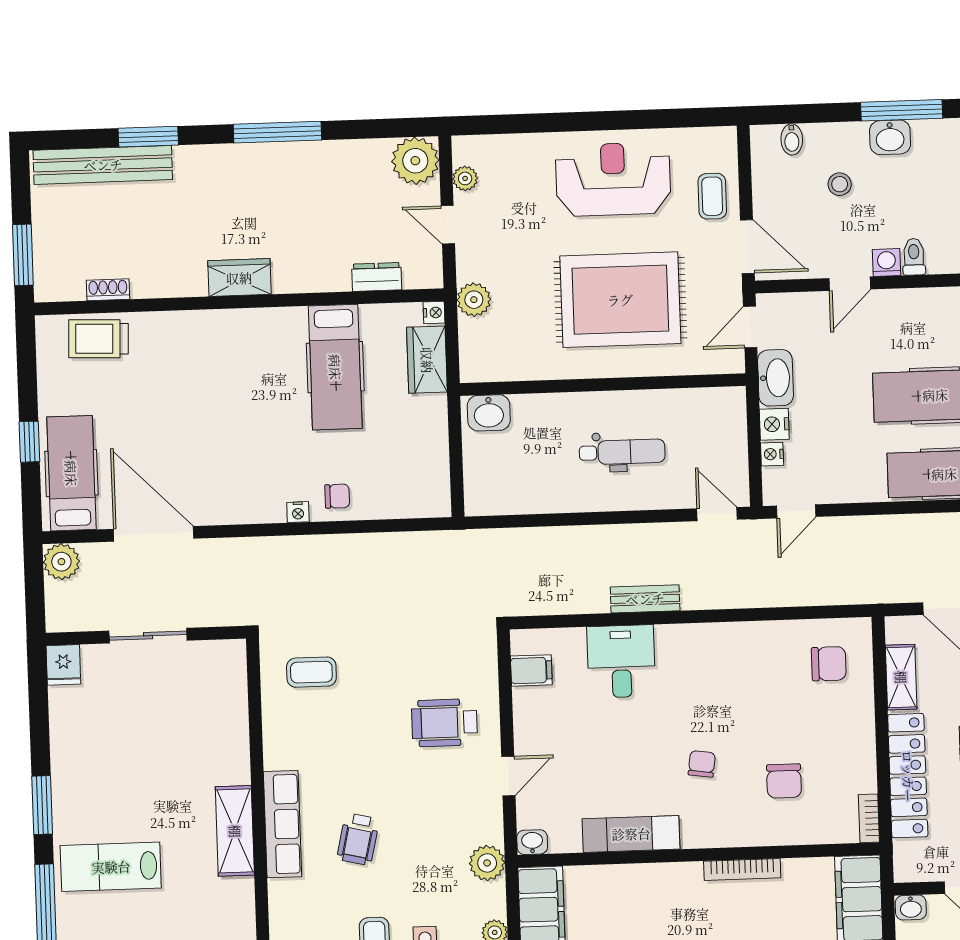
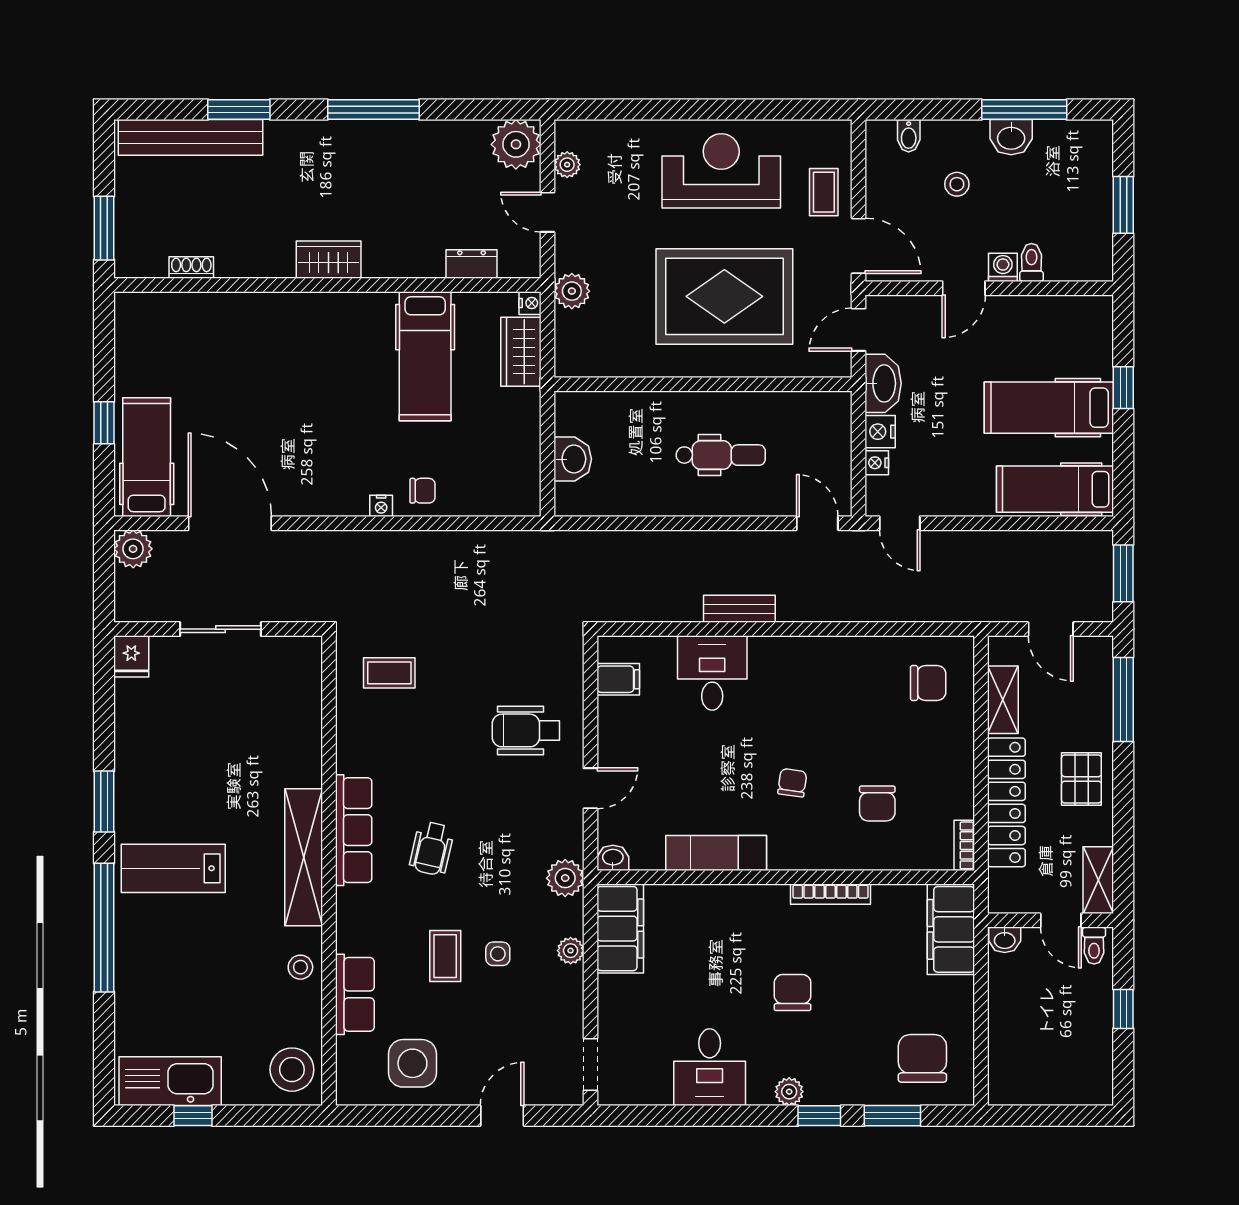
trolley: (98, 339) -> (180, 318), removed
washbasin: (489, 413) -> (573, 459), moved, turned -90
door: (796, 511) -> (900, 523), hinge flipped
shelving: (235, 831) -> (304, 857), width x1.47

